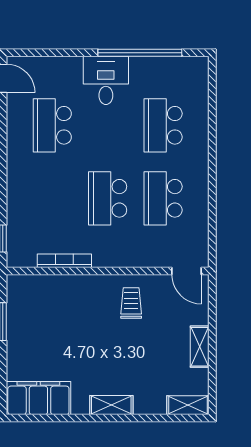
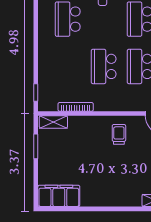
shelving: (111, 405) -> (53, 122), moved

